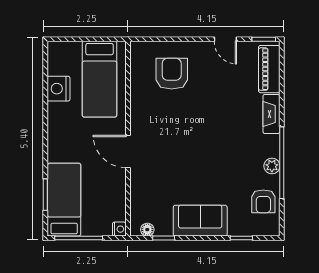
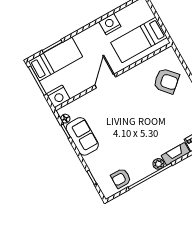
armchair: (172, 74) -> (166, 81), turned 48
nightstand: (59, 89) -> (110, 24), moved
plant: (272, 166) -> (158, 164), moved
sofa: (200, 221) -> (82, 136), moved
nightstand: (119, 229) -> (58, 97), width x1.89, depth x1.79

